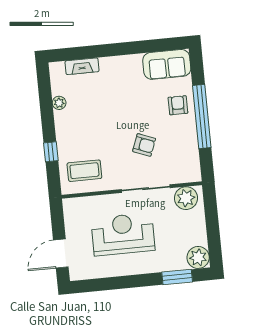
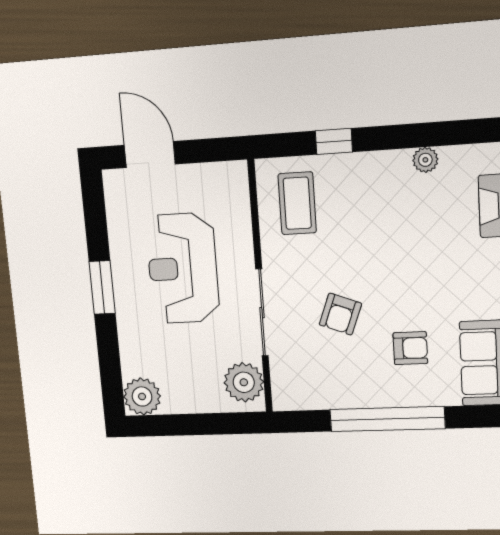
armchair: (178, 105) -> (410, 348), moved
reception desk: (123, 234) -> (183, 268), turned 180
window: (177, 277) -> (102, 287), moved

